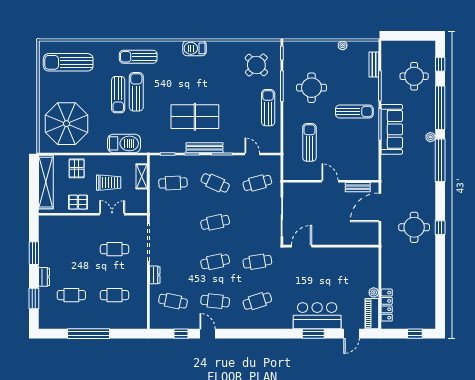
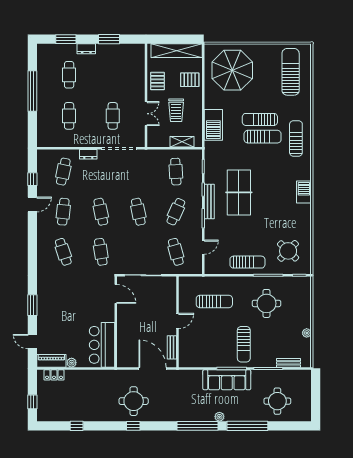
window: (440, 64) -> (77, 426), moved
locker: (387, 305) -> (54, 375), width x0.66
bar counter: (317, 316) -> (102, 345), moved, turned 180

